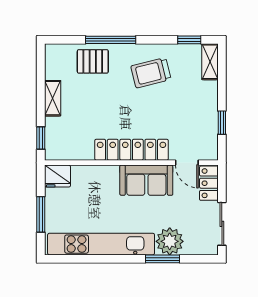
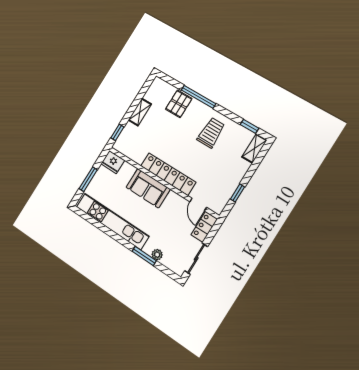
pallet: (93, 61) -> (179, 104), turned 90
trolley: (151, 73) -> (211, 133), turned 104
sofa: (146, 180) -> (148, 188), moved
plant: (170, 241) -> (157, 255), width x0.53, depth x0.53

